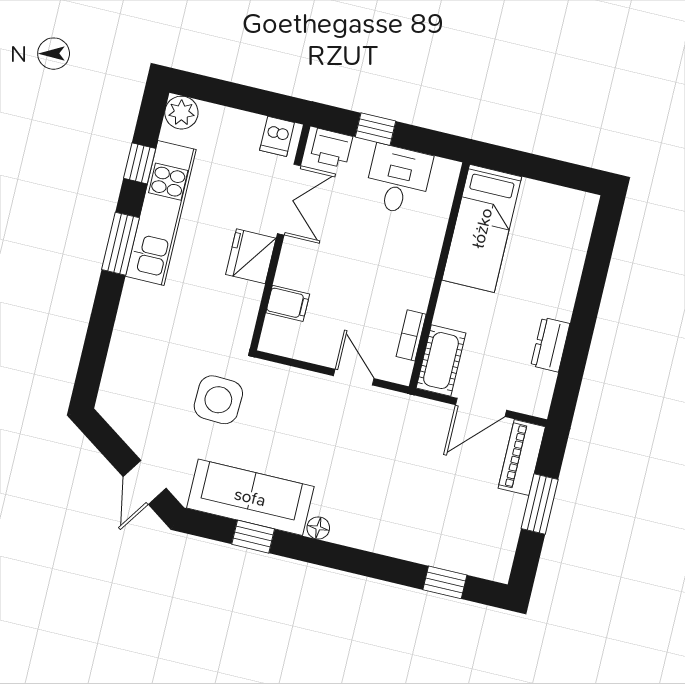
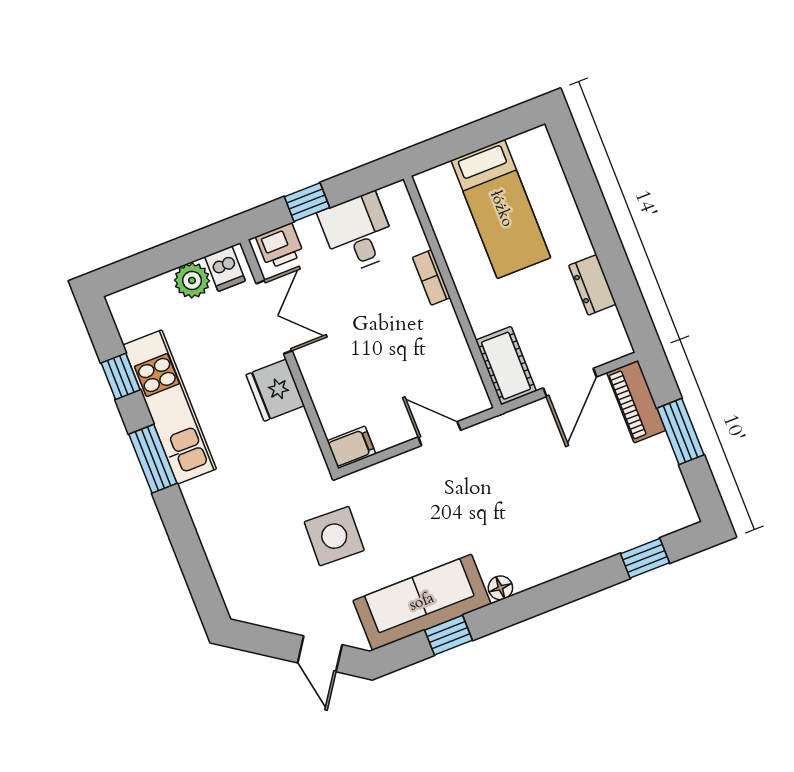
plant: (181, 113) -> (192, 280), moved
bed: (482, 228) -> (501, 209), moved
filing cabinet: (288, 303) -> (351, 447), moved
bookcase: (411, 335) -> (431, 278), moved

